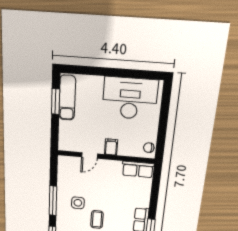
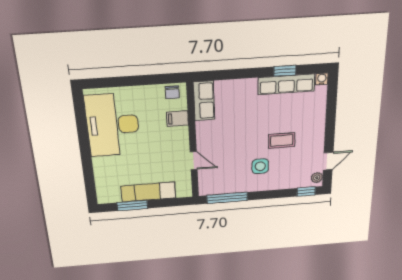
exam couch: (67, 98) -> (148, 192), moved
filing cabinet: (111, 147) -> (178, 119), moved
window: (53, 201) -> (227, 198), moved

